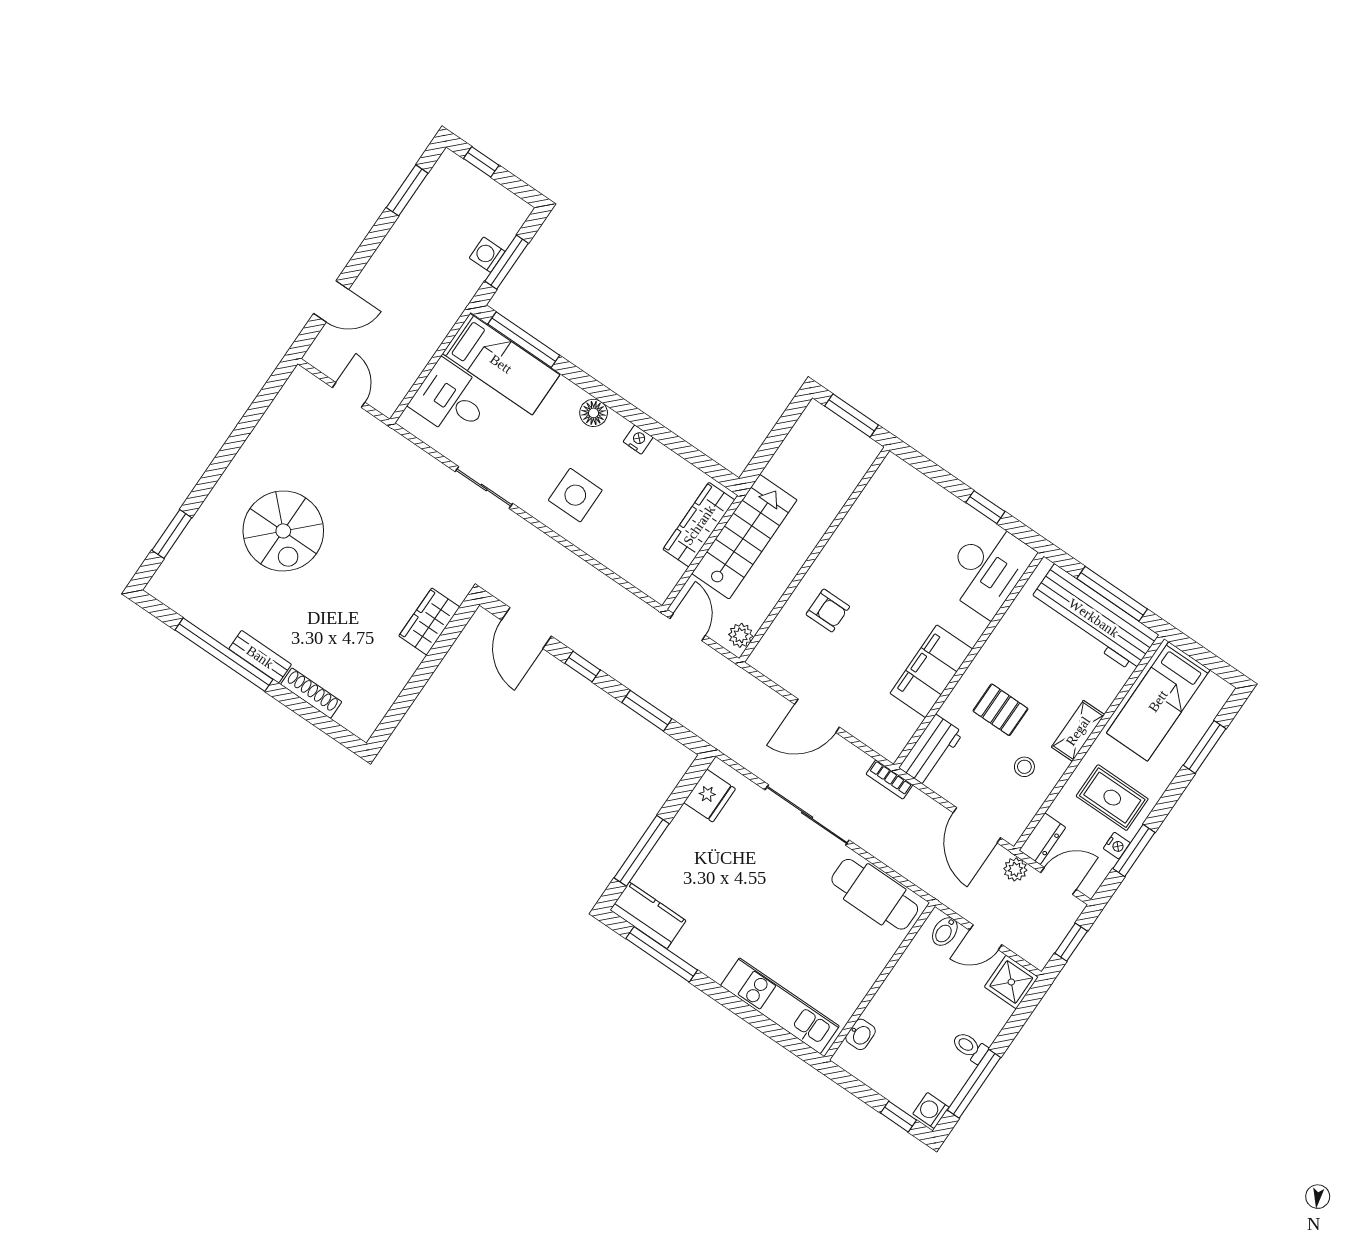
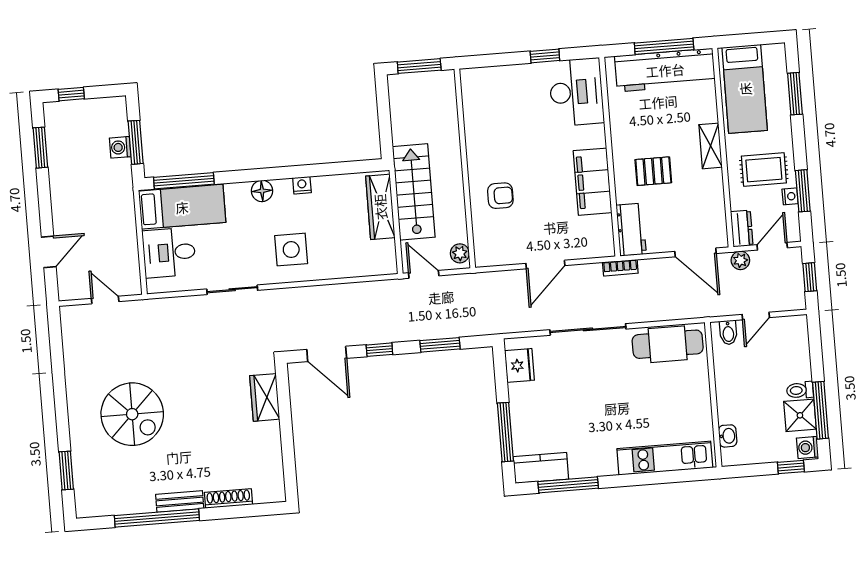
stool: (1024, 767) -> (696, 194), removed
shower: (1011, 982) -> (800, 415), moved

